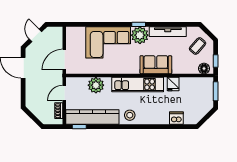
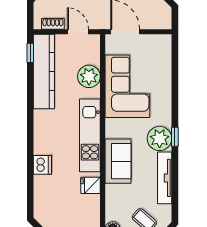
corner sofa: (108, 42) -> (127, 86), moved, turned 180
stool: (130, 115) -> (47, 124), removed
dishwasher: (176, 118) -> (42, 165), moved

